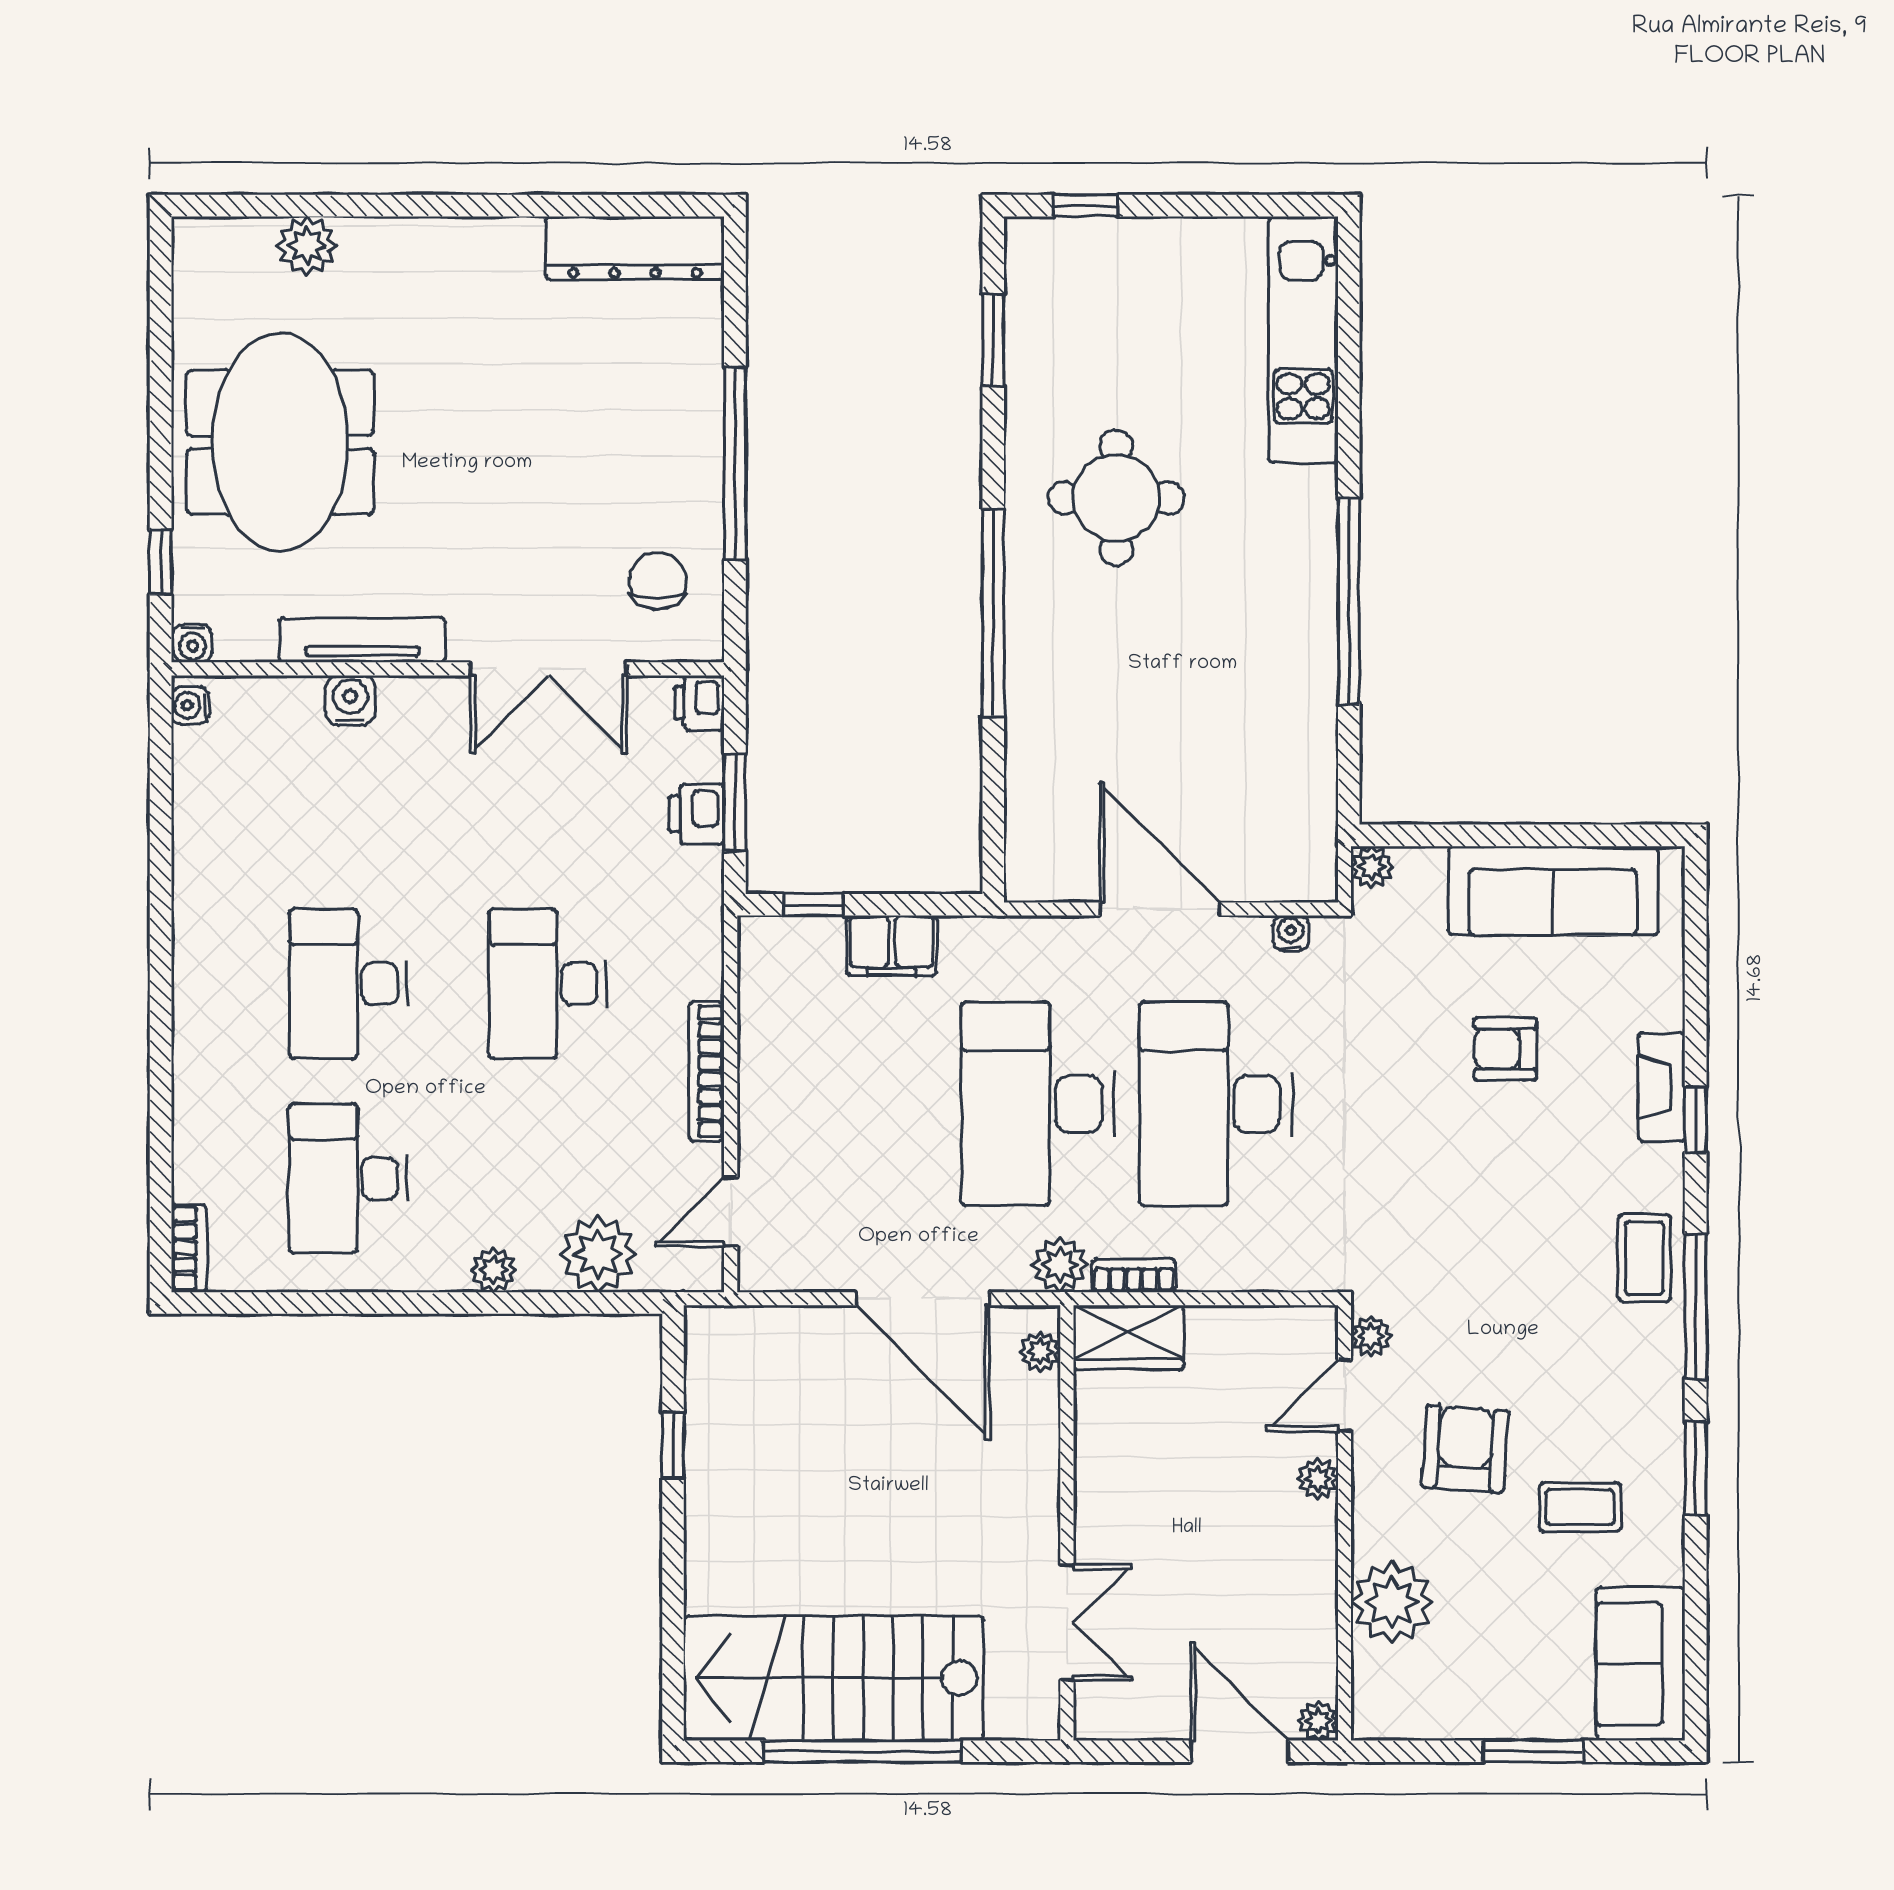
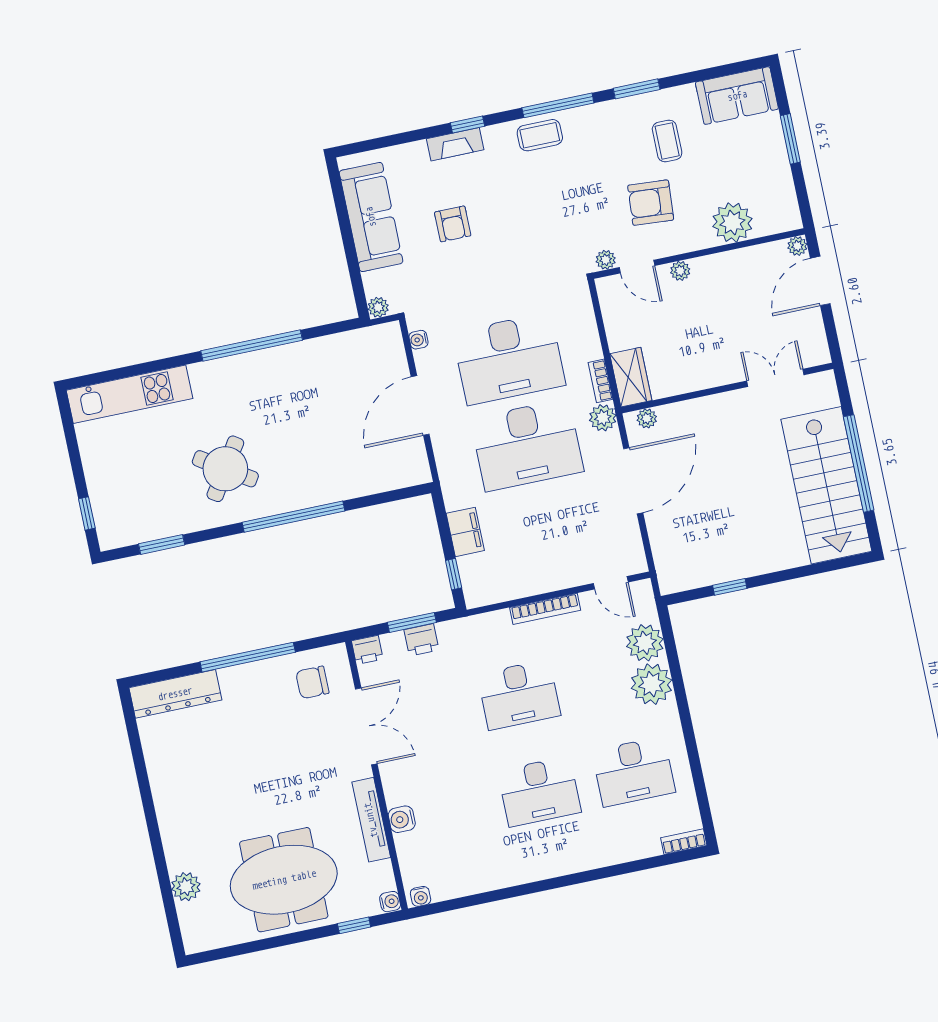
dresser: (635, 248) -> (175, 694), moved, turned 90
round table: (1116, 498) -> (225, 469), turned 33
plant: (494, 1270) -> (651, 684), width x1.87, depth x1.87

